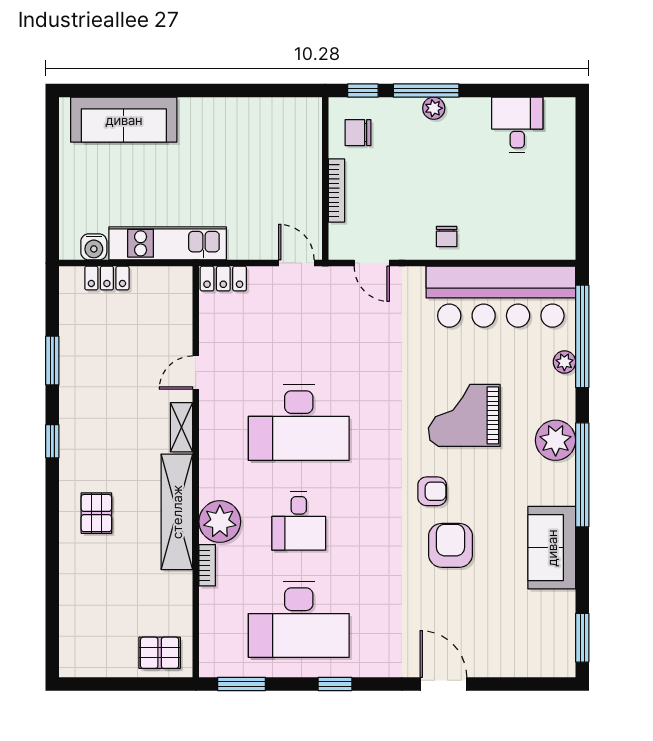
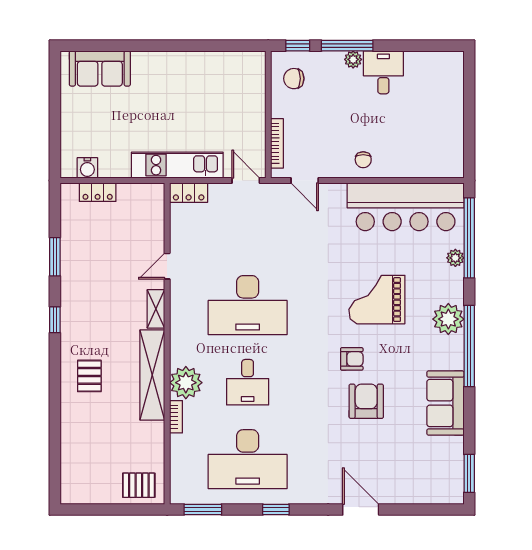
sofa: (124, 120) -> (100, 68), width x0.73
desk: (517, 125) -> (383, 72), moved
bookcase: (336, 190) -> (277, 143), moved
kitchen unit: (168, 243) -> (177, 165), moved

